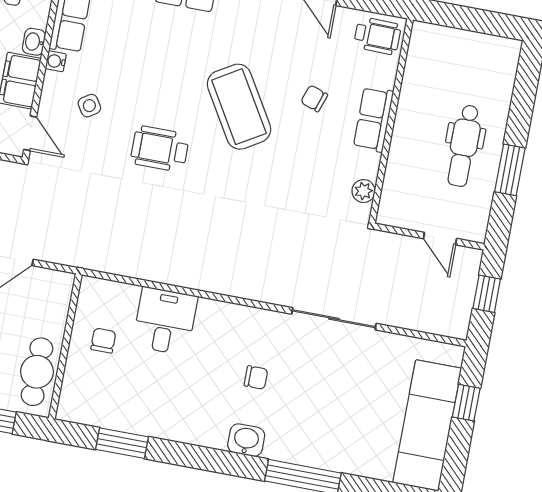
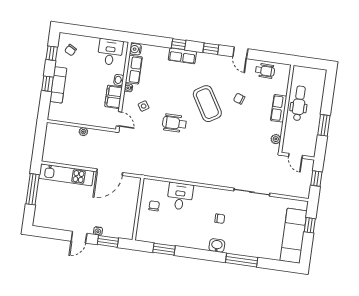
row of seats: (373, 119) -> (279, 108), moved
wall: (391, 121) -> (286, 109), moved
dental chair: (464, 146) -> (299, 103), moved, turned 180
plant: (364, 191) -> (276, 139), moved
cafe table: (37, 372) -> (126, 220), removed

